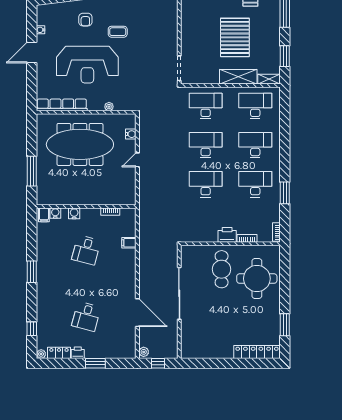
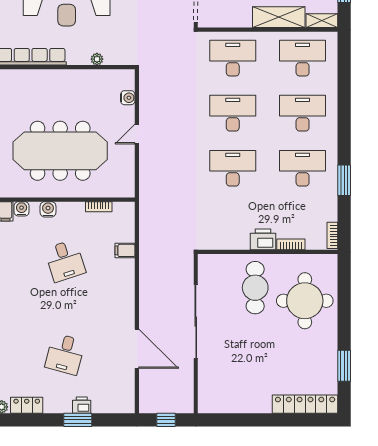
meeting table: (80, 144) -> (60, 151), moved
desk: (86, 250) -> (65, 261), turned -33
plant: (144, 352) -> (146, 404), removed
printer: (78, 353) -> (82, 405), moved

